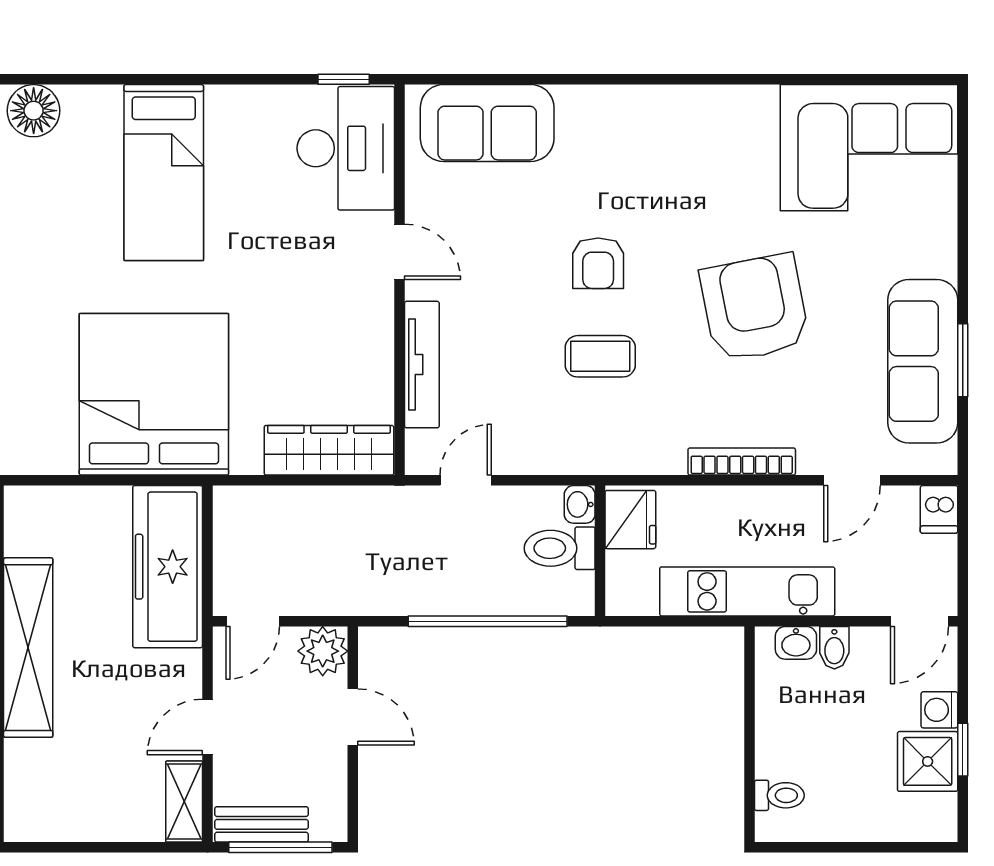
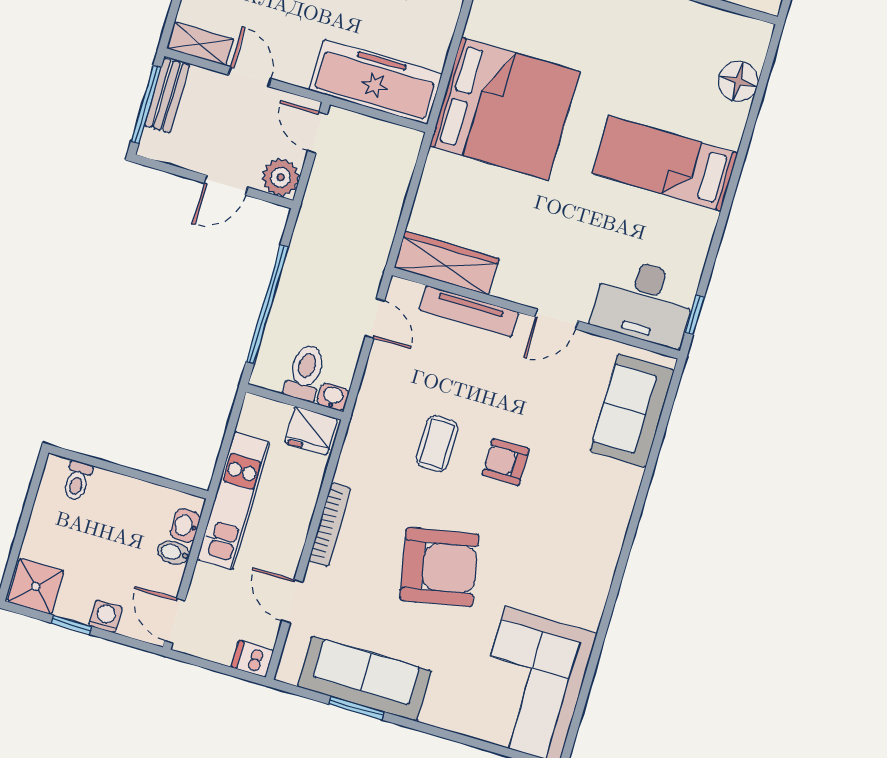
wardrobe: (329, 450) -> (447, 263), moved, turned -90
shower: (928, 761) -> (36, 586), moved

